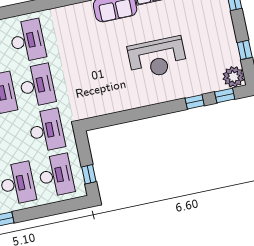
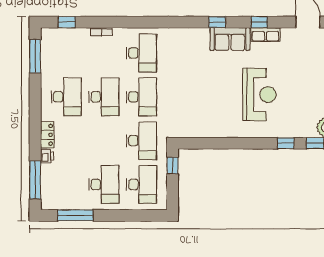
reception desk: (157, 58) -> (259, 95), turned -90
window: (89, 174) -> (173, 165), moved

